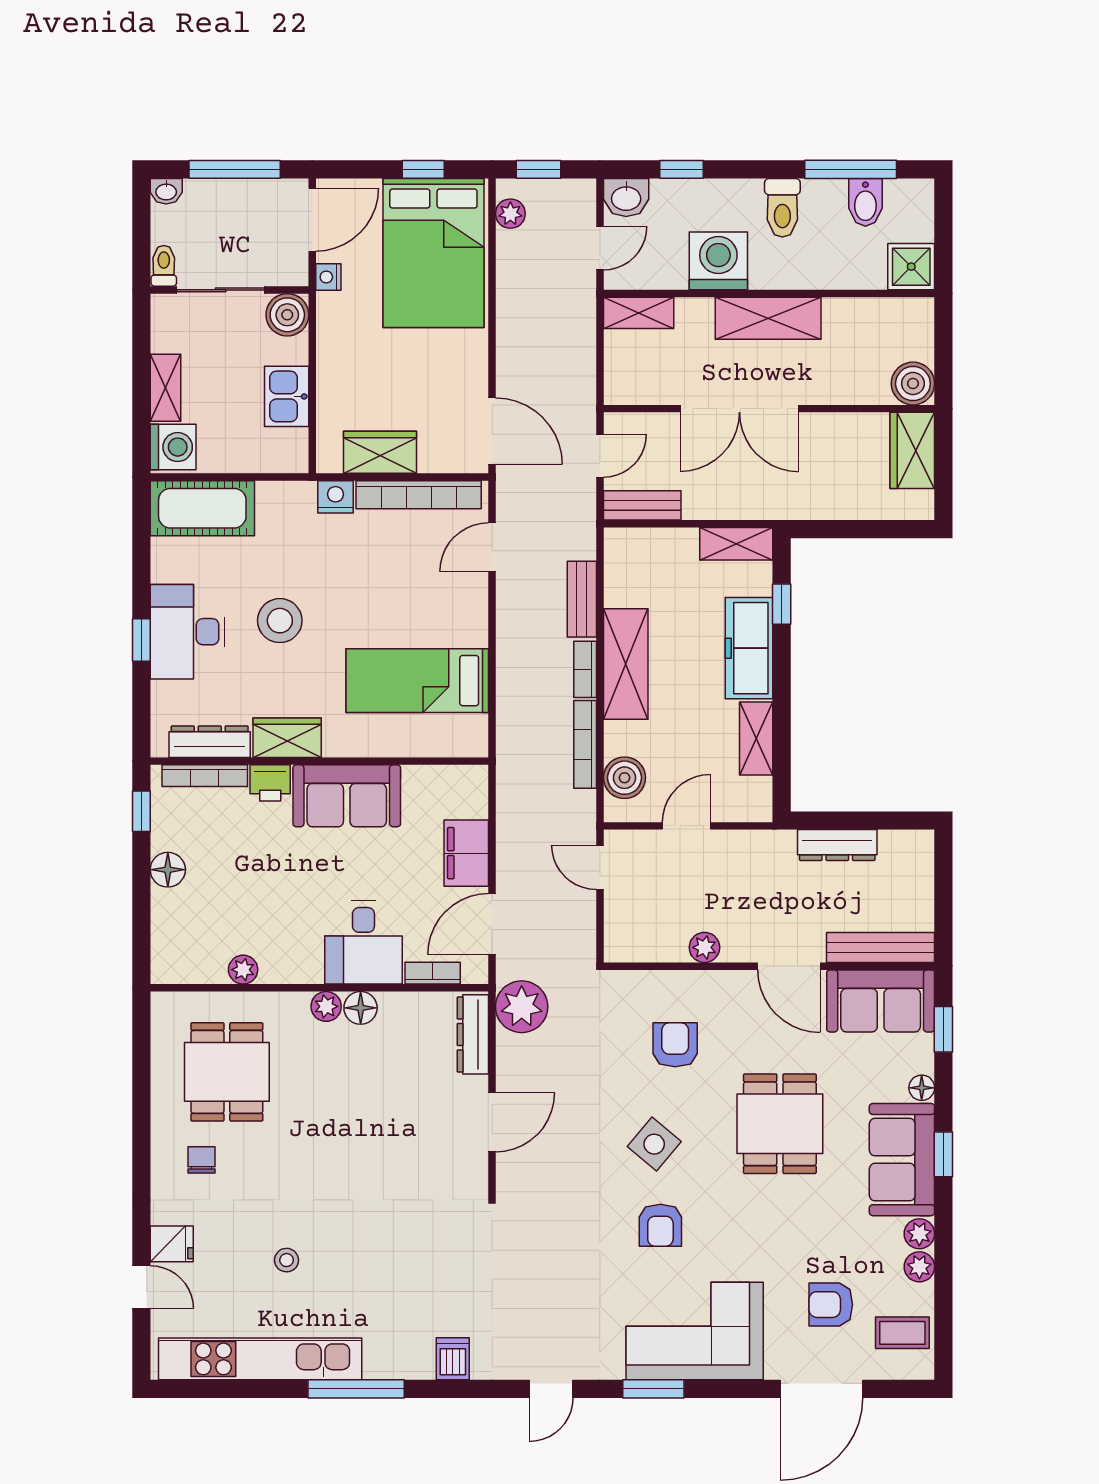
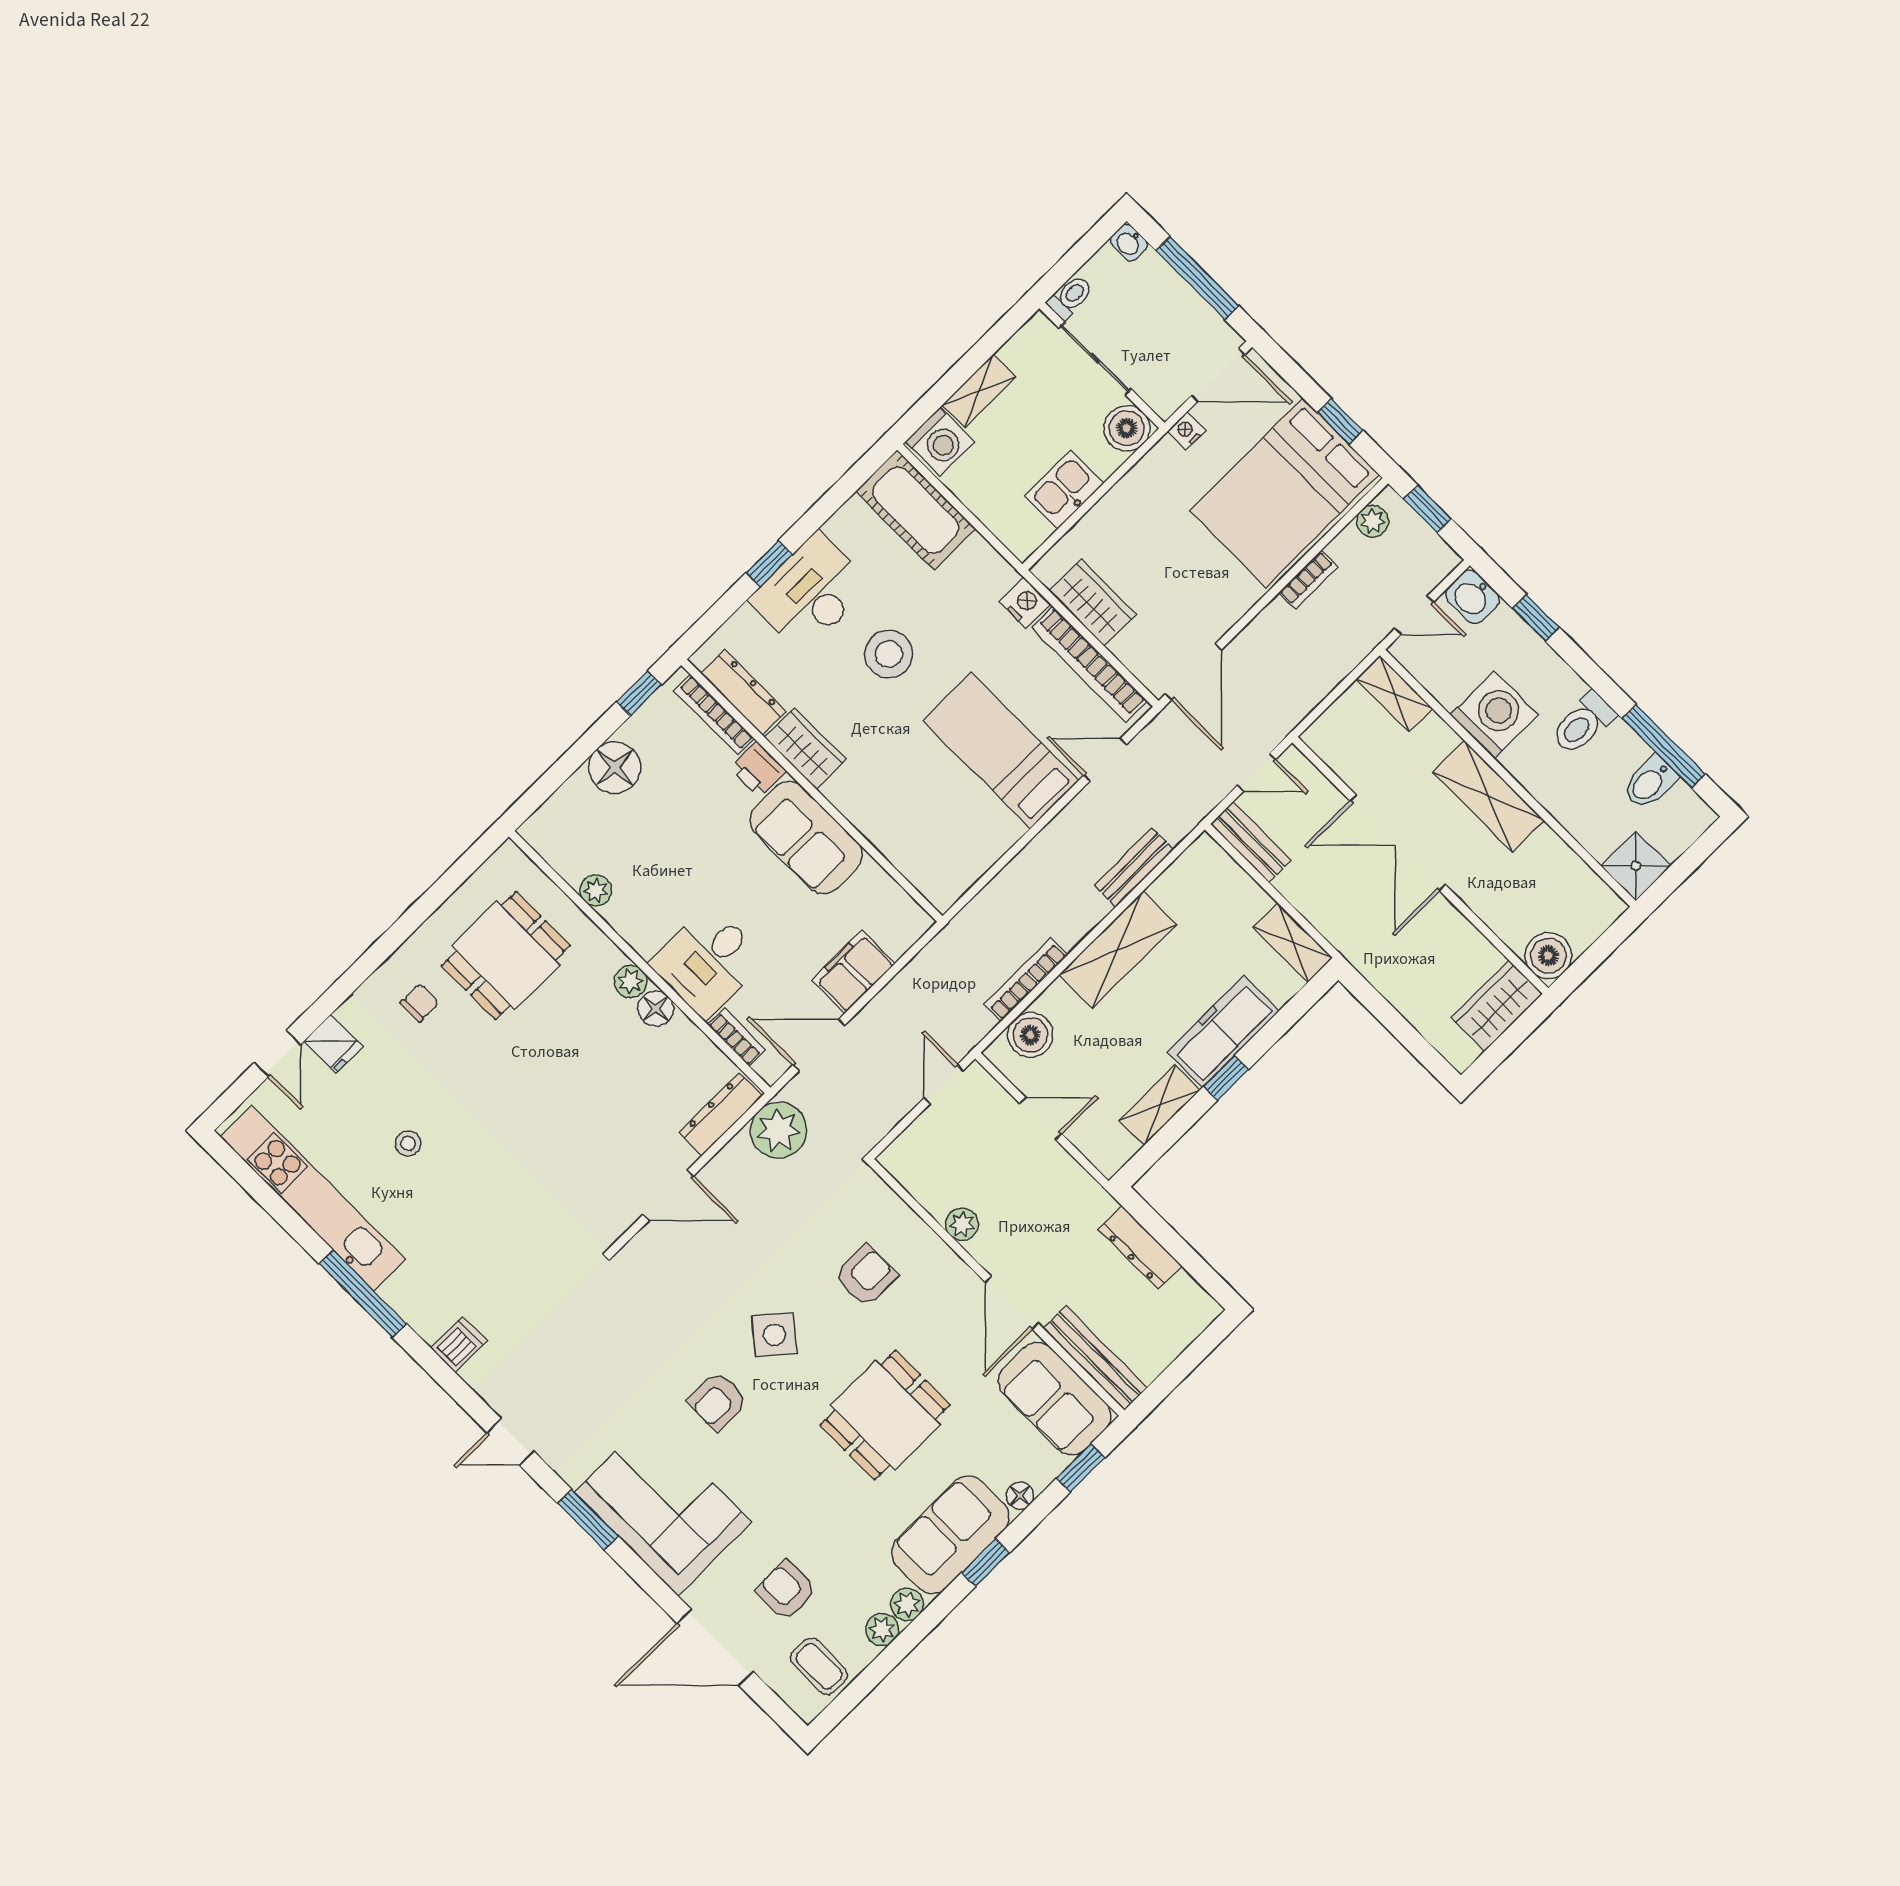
window: (782, 604) -> (1226, 1078), moved
bookcase: (585, 669) -> (1308, 580), moved, turned 180
bed: (417, 681) -> (1001, 751), moved
floor lamp: (168, 870) -> (615, 768), width x1.38, depth x1.38

